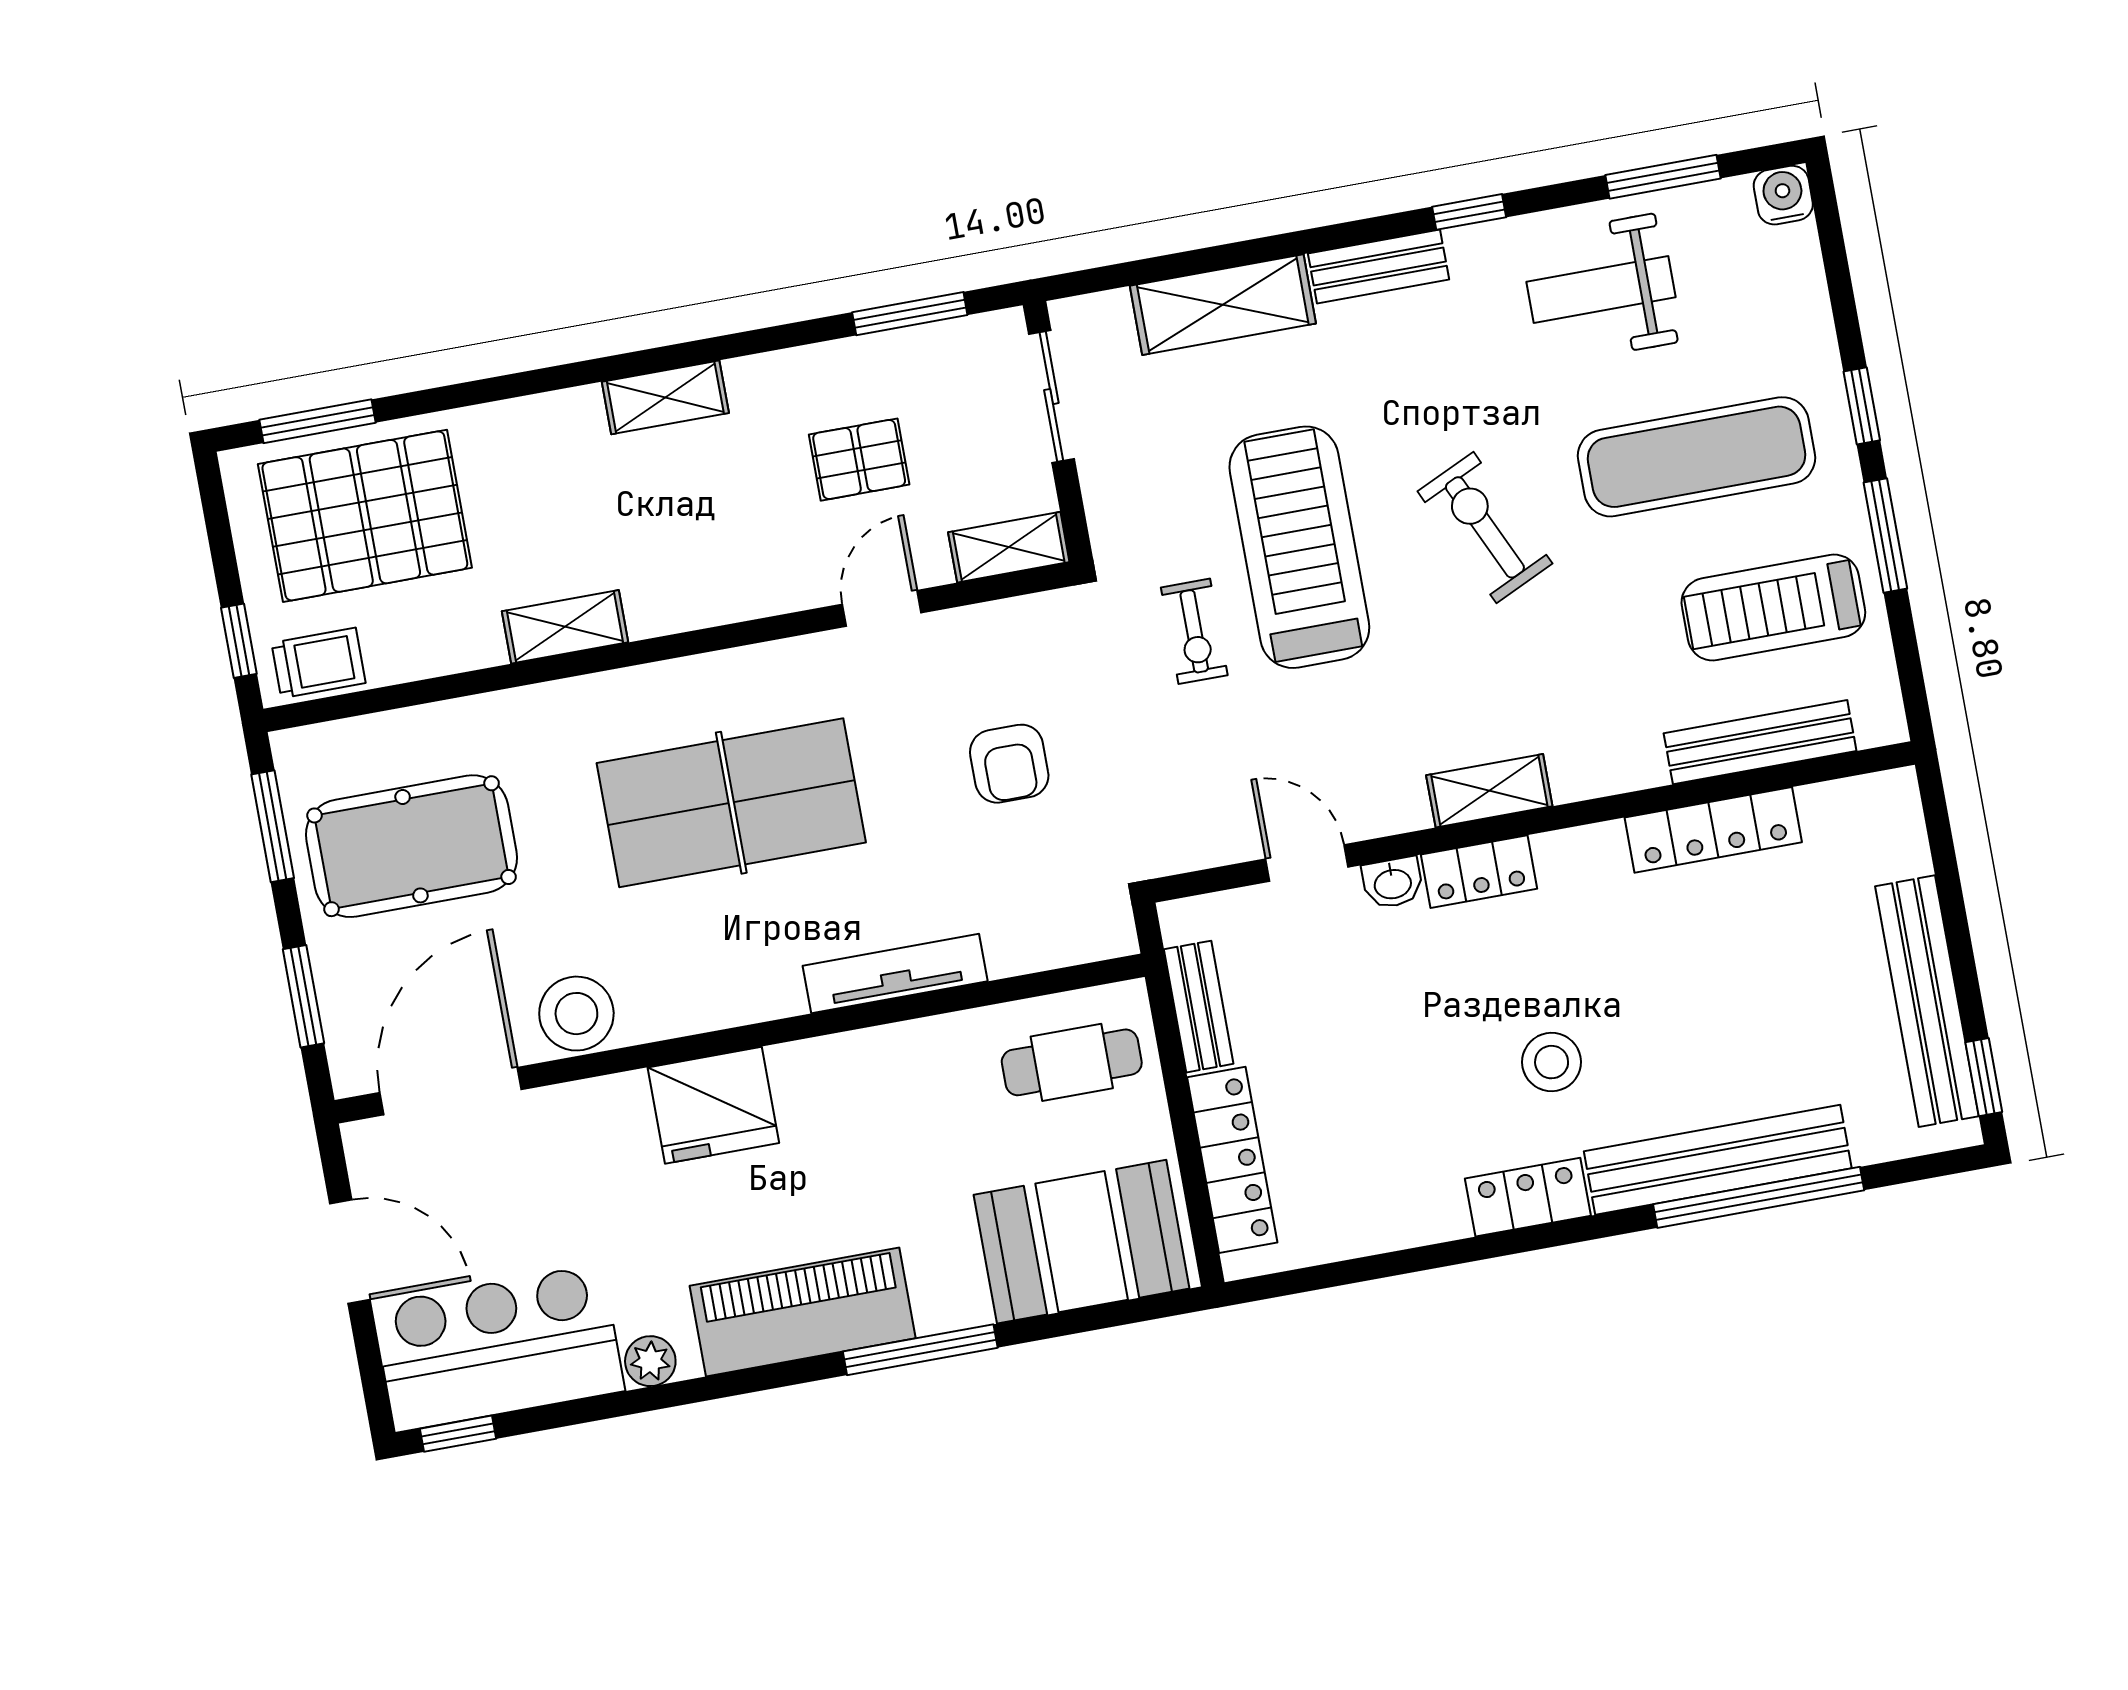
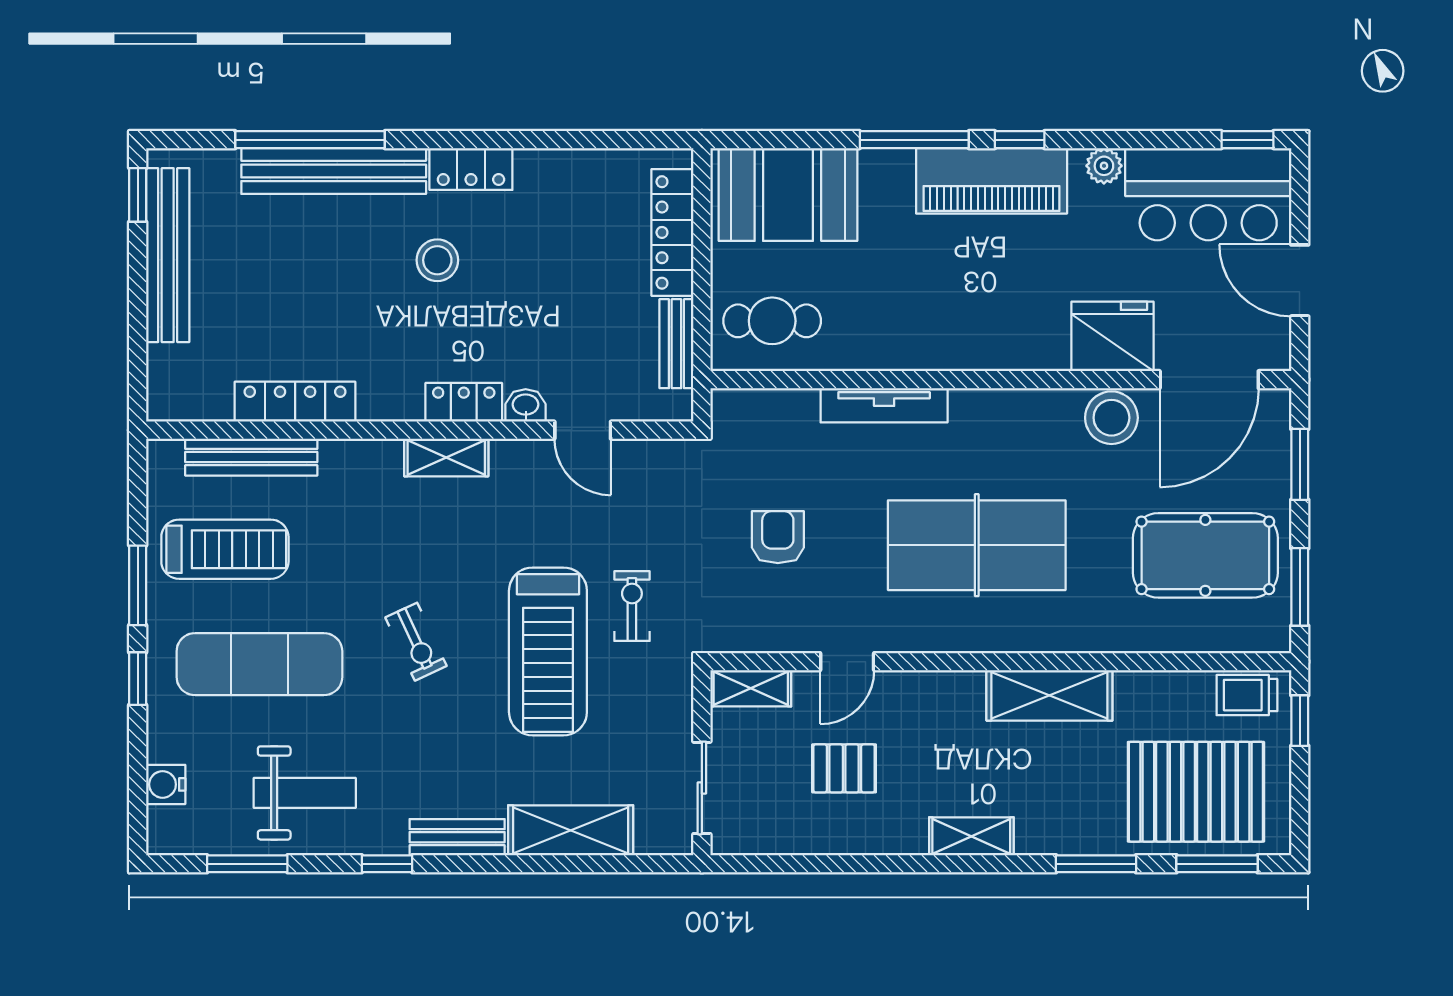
water cooler: (1783, 195) -> (166, 784), moved, turned 90
window: (910, 314) -> (1096, 864), moved
exercise bike: (1485, 527) -> (416, 642), width x0.73, depth x0.72
shelving: (565, 627) -> (1049, 695), width x1.50, depth x1.33
fridge: (713, 1105) -> (1113, 336), moved
window: (774, 1376) -> (1020, 140), added

